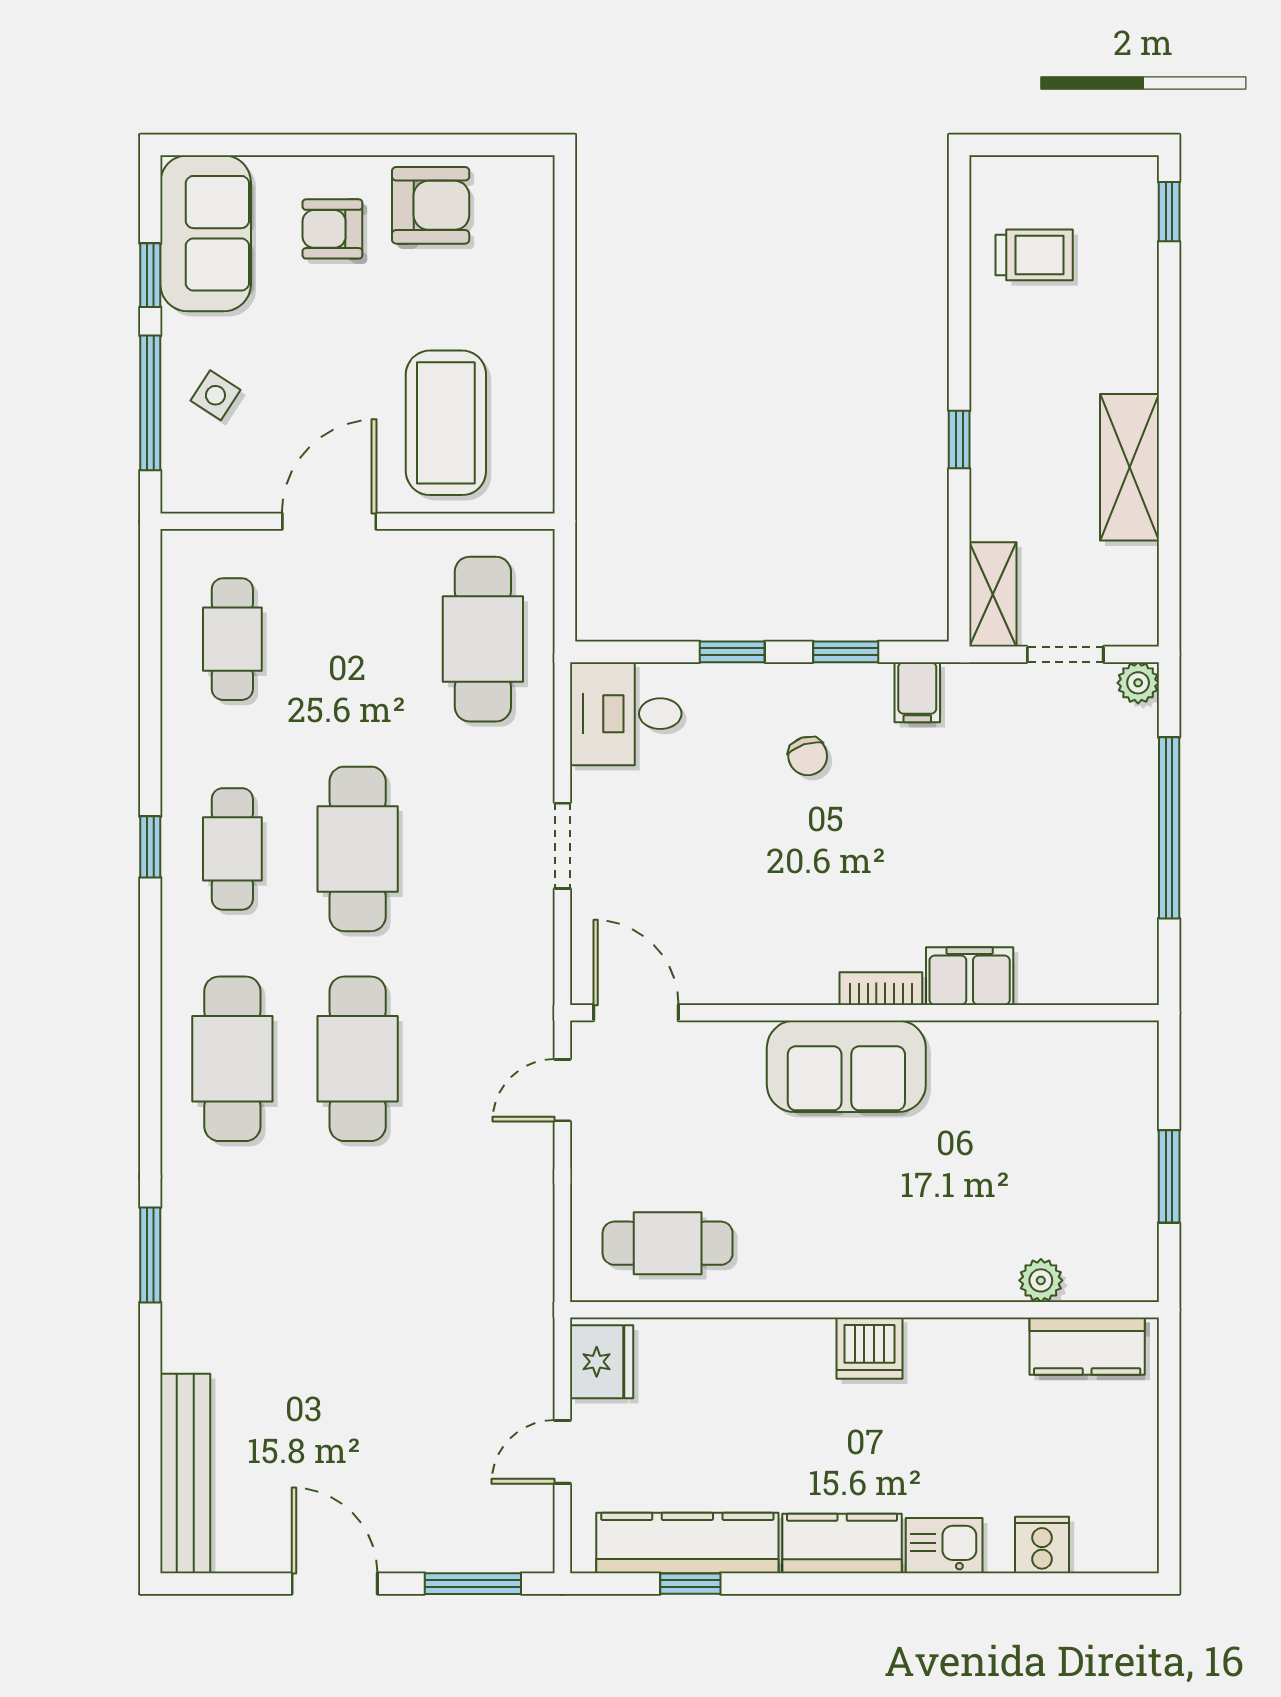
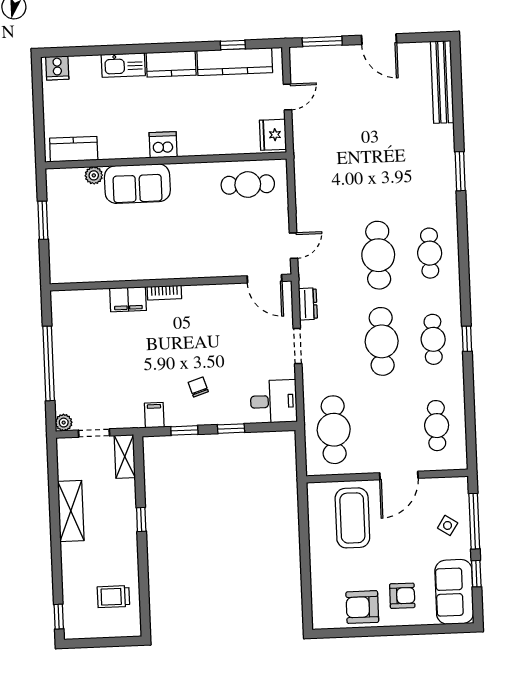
dresser: (533, 947) -> (308, 304), added
cafe table: (232, 1059) -> (430, 253), width x0.73, depth x0.74
sofa: (846, 1066) -> (137, 184), moved, turned 180
cooker: (1042, 1545) -> (57, 68), moved
kitchen sink: (944, 1546) -> (123, 65), width x1.38

